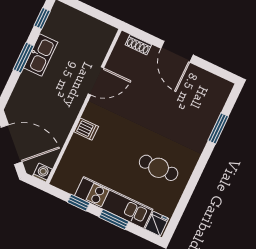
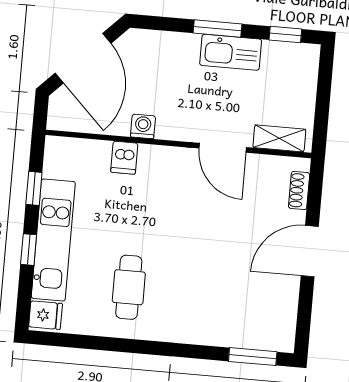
shelving: (103, 45) -> (279, 138), added
window: (218, 128) -> (253, 357), moved
dishwasher: (86, 129) -> (124, 158), moved
washing machine: (42, 173) -> (143, 126), moved, turned -90
window: (114, 219) -> (29, 250), width x0.67

